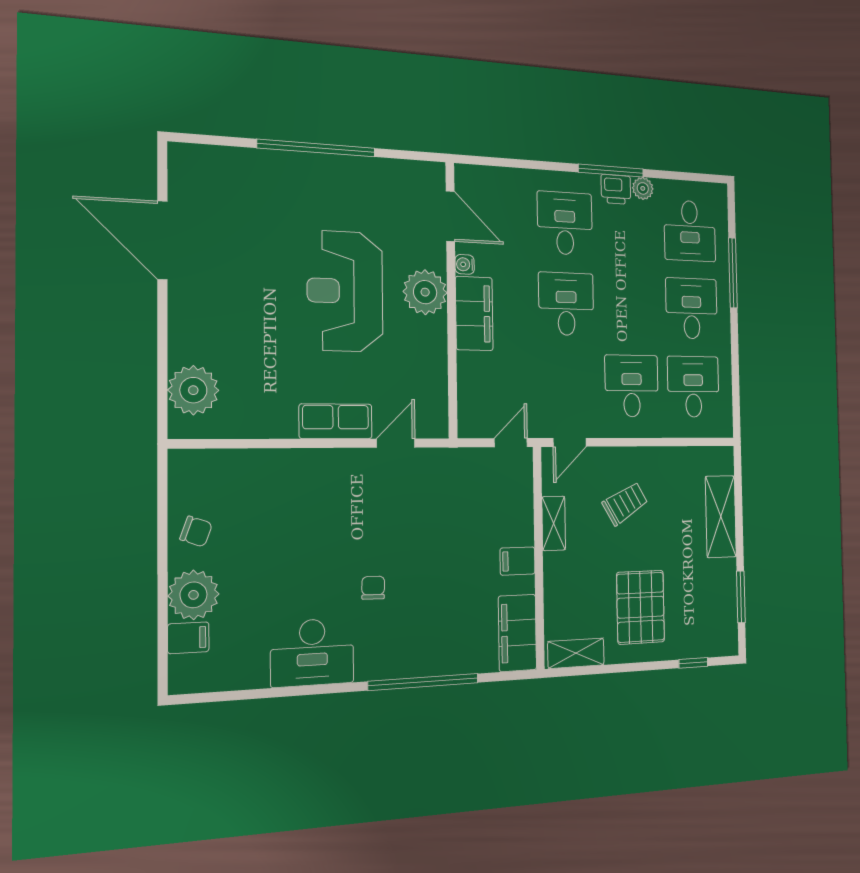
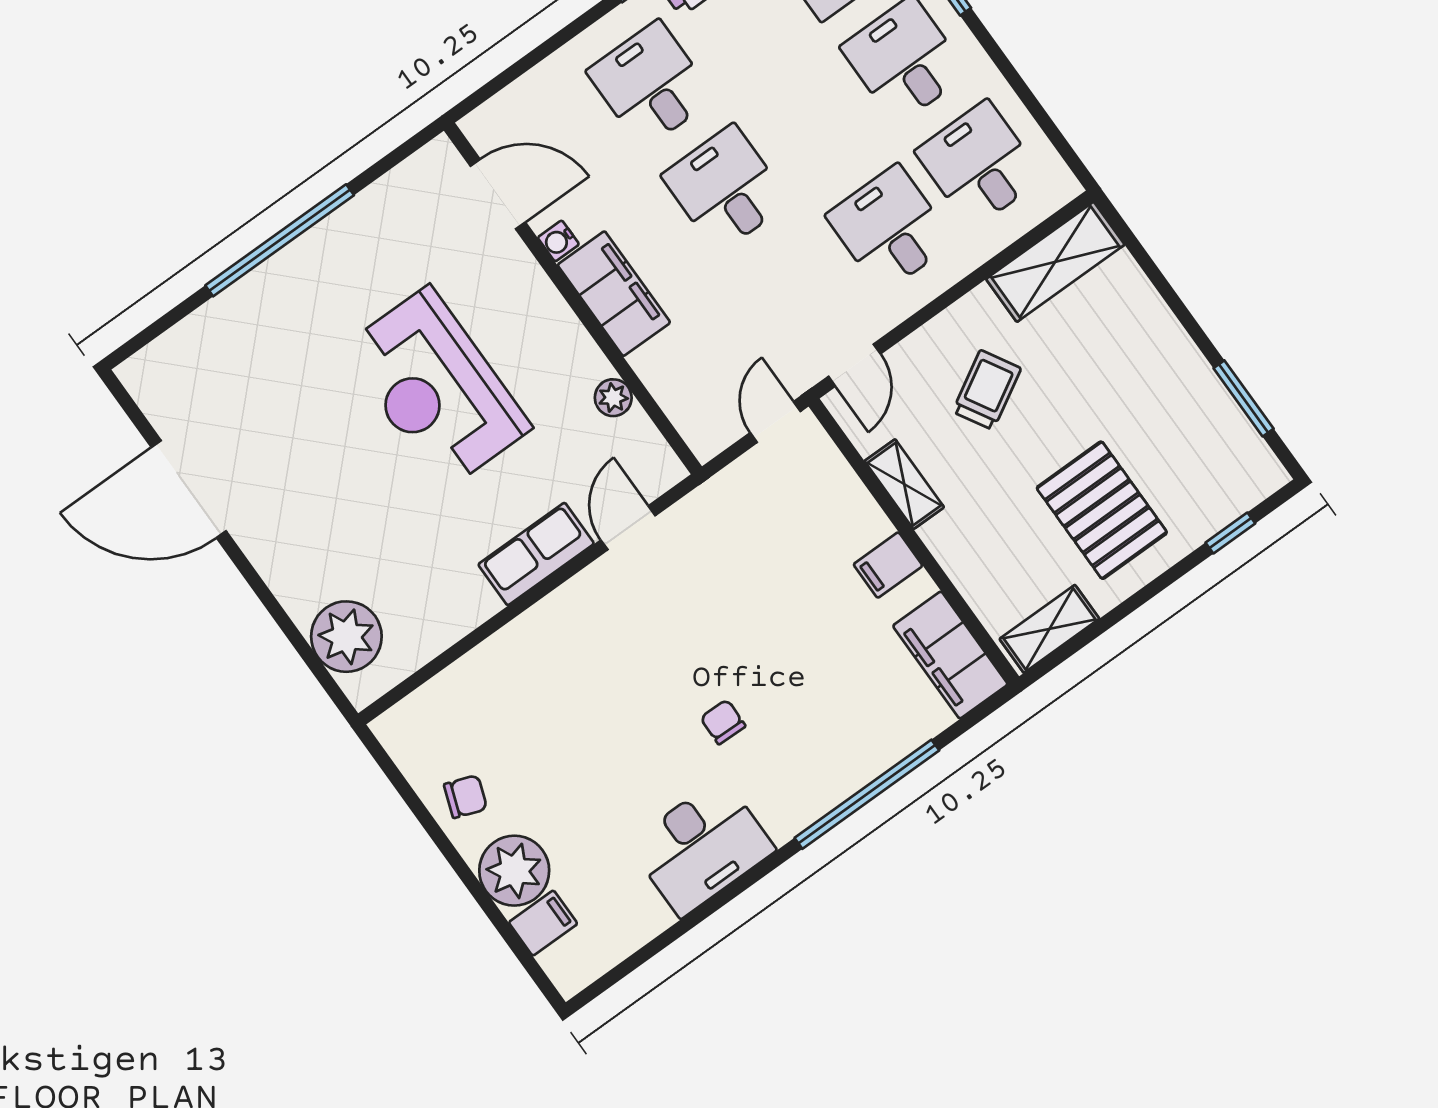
plant: (425, 292) -> (613, 398), moved, width x0.53, depth x0.53
shelving: (721, 517) -> (1055, 262), moved, turned 90

